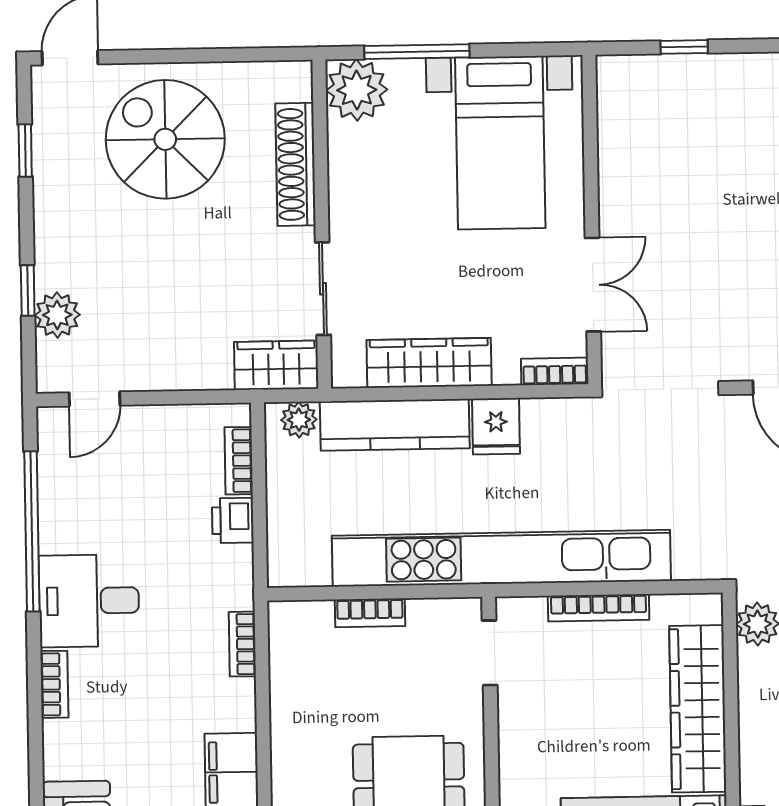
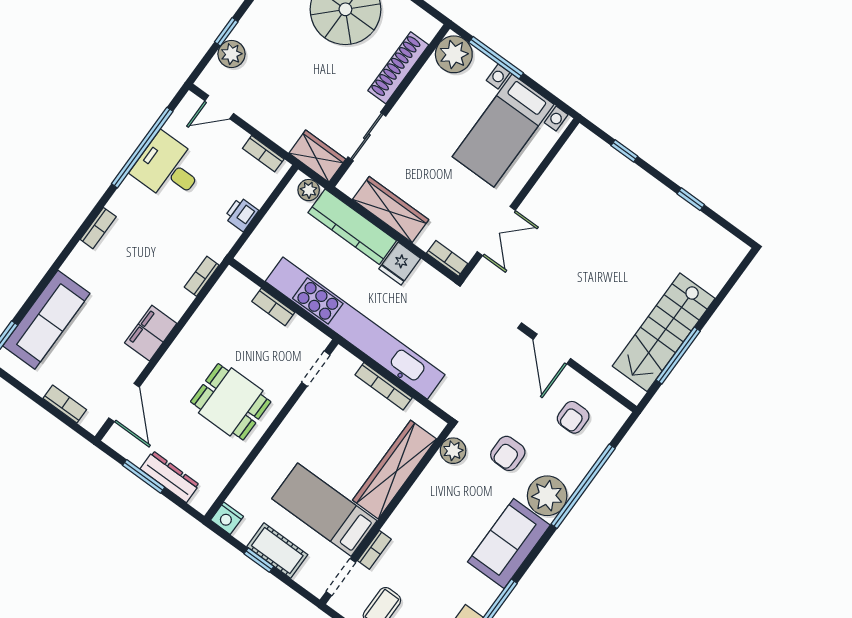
bookcase: (239, 461) -> (263, 154), moved, turned -90
desk: (89, 601) -> (168, 168), moved

